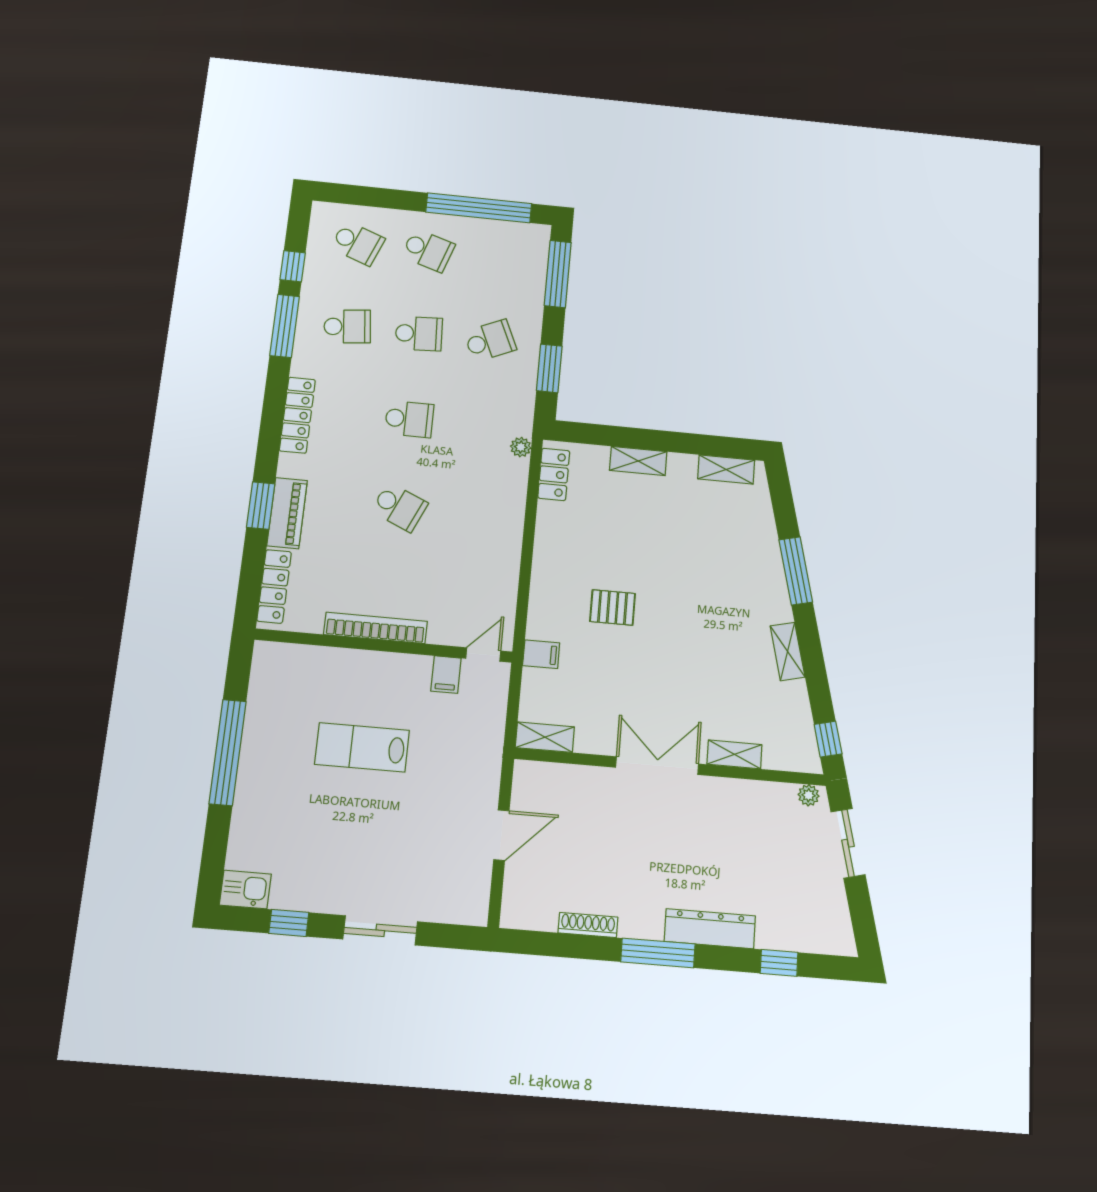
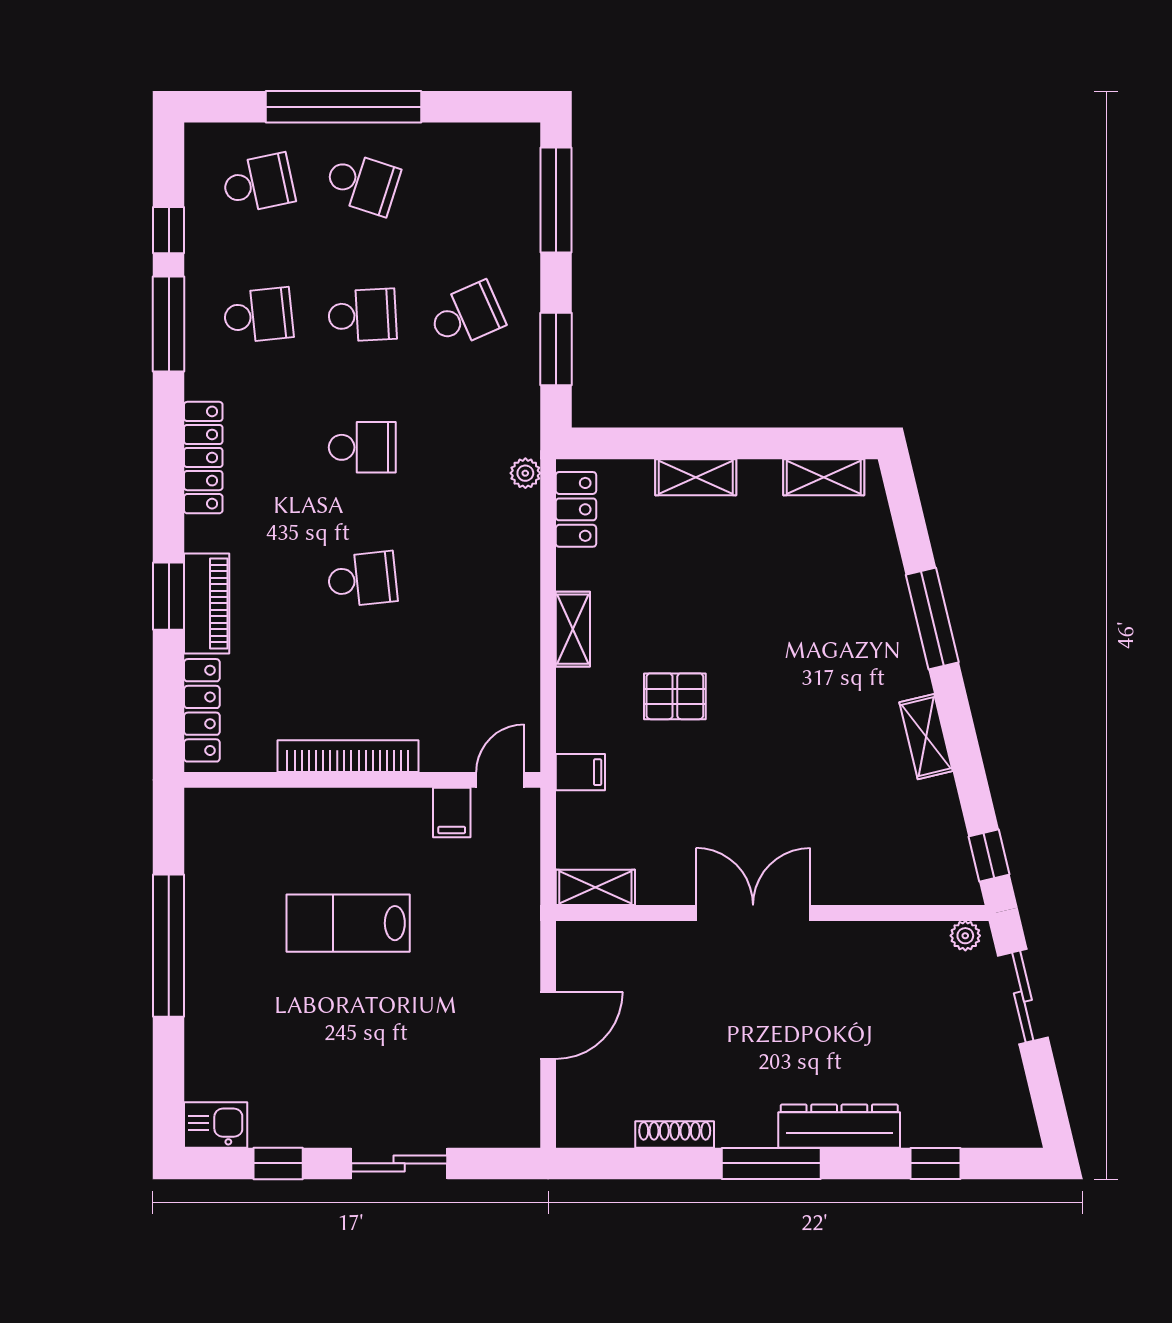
window: (479, 208) -> (344, 107), moved
school desk: (358, 243) -> (258, 183), turned -33
school desk: (399, 507) -> (362, 579), turned -30
shelving: (734, 754) -> (573, 629), moved, turned 90

